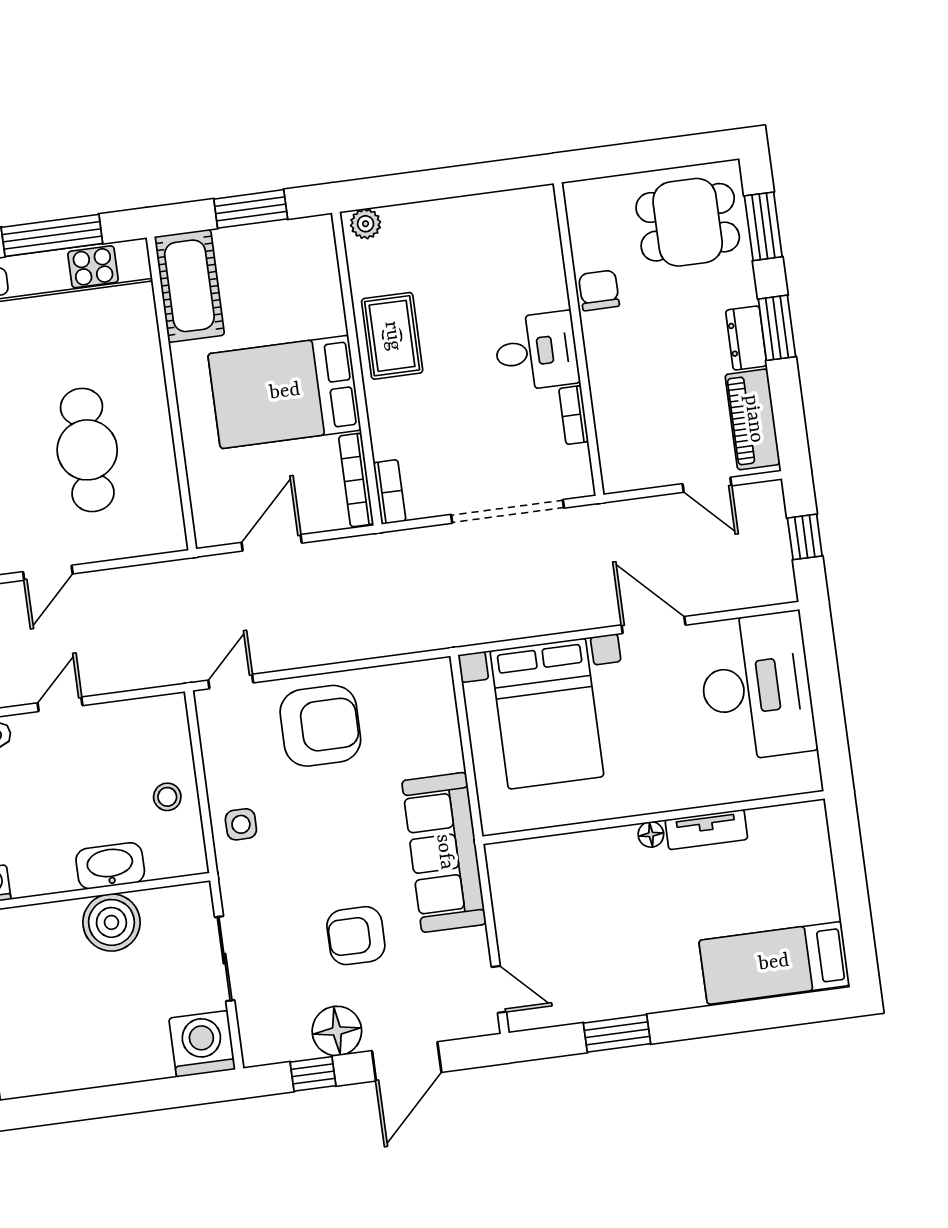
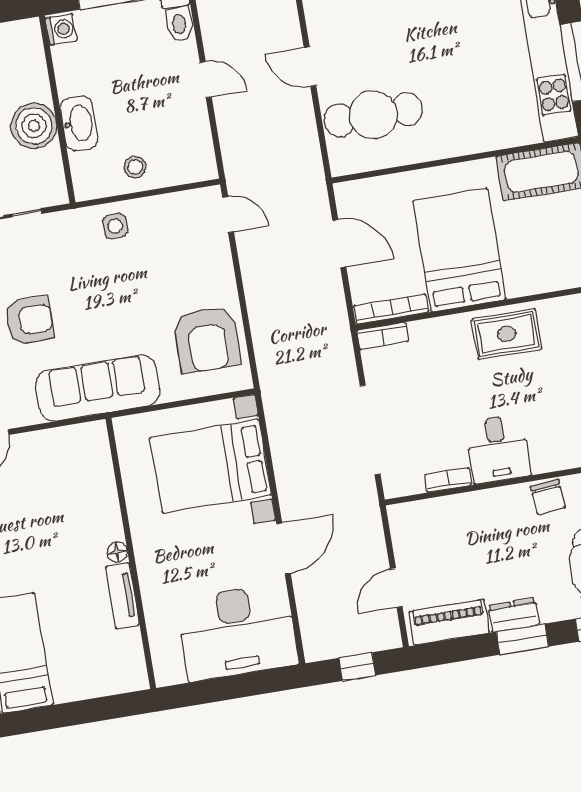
chair: (599, 290) -> (548, 497), turned 85
cafe table: (87, 450) -> (373, 115), moved
armchair: (320, 726) -> (207, 339), moved
armchair: (356, 936) -> (30, 320), turned 90

